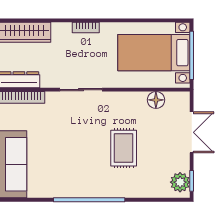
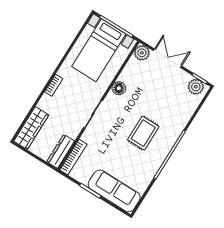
floor lamp: (156, 100) -> (119, 88), moved
plant: (180, 101) -> (142, 53), added
rug: (124, 148) -> (143, 133), moved, turned 90

